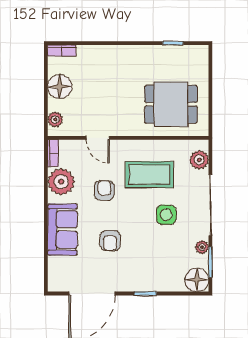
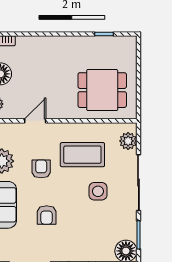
door: (98, 138) -> (35, 121), swing flipped
plant: (202, 247) -> (131, 221), removed

